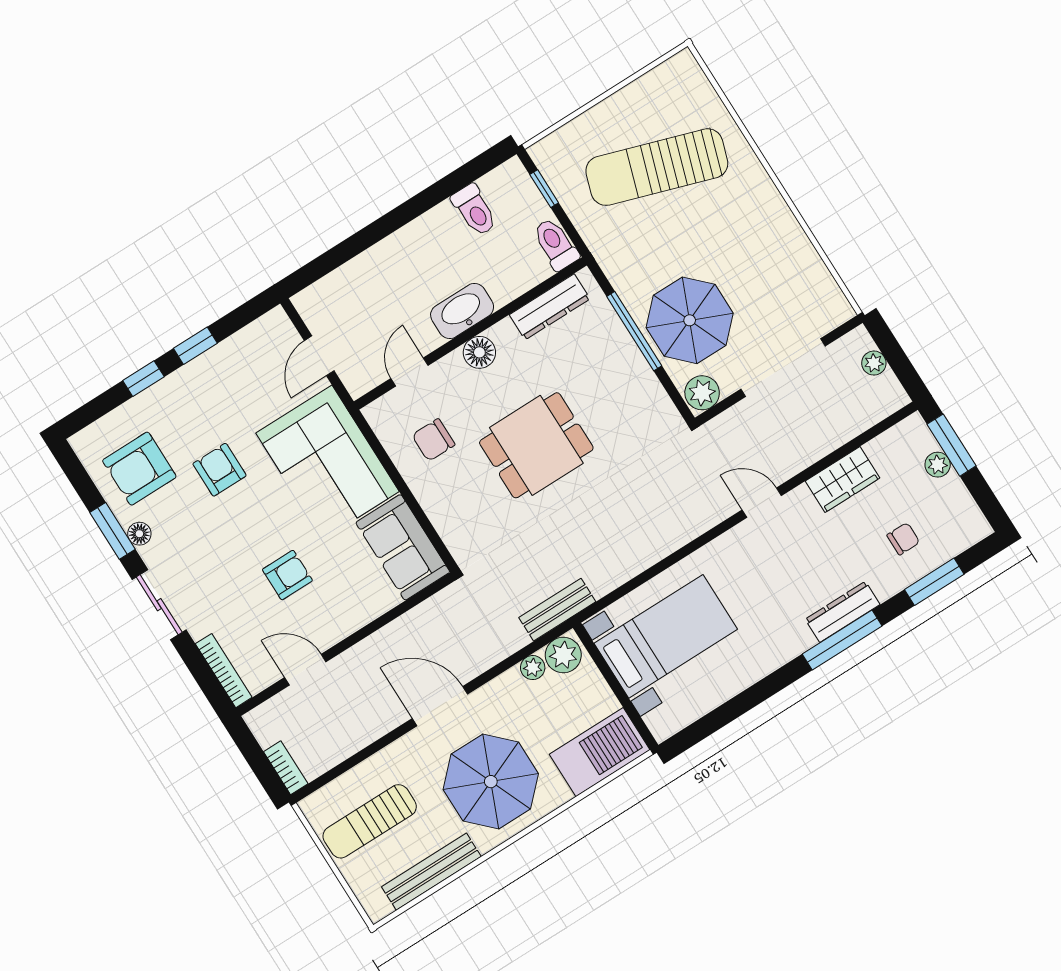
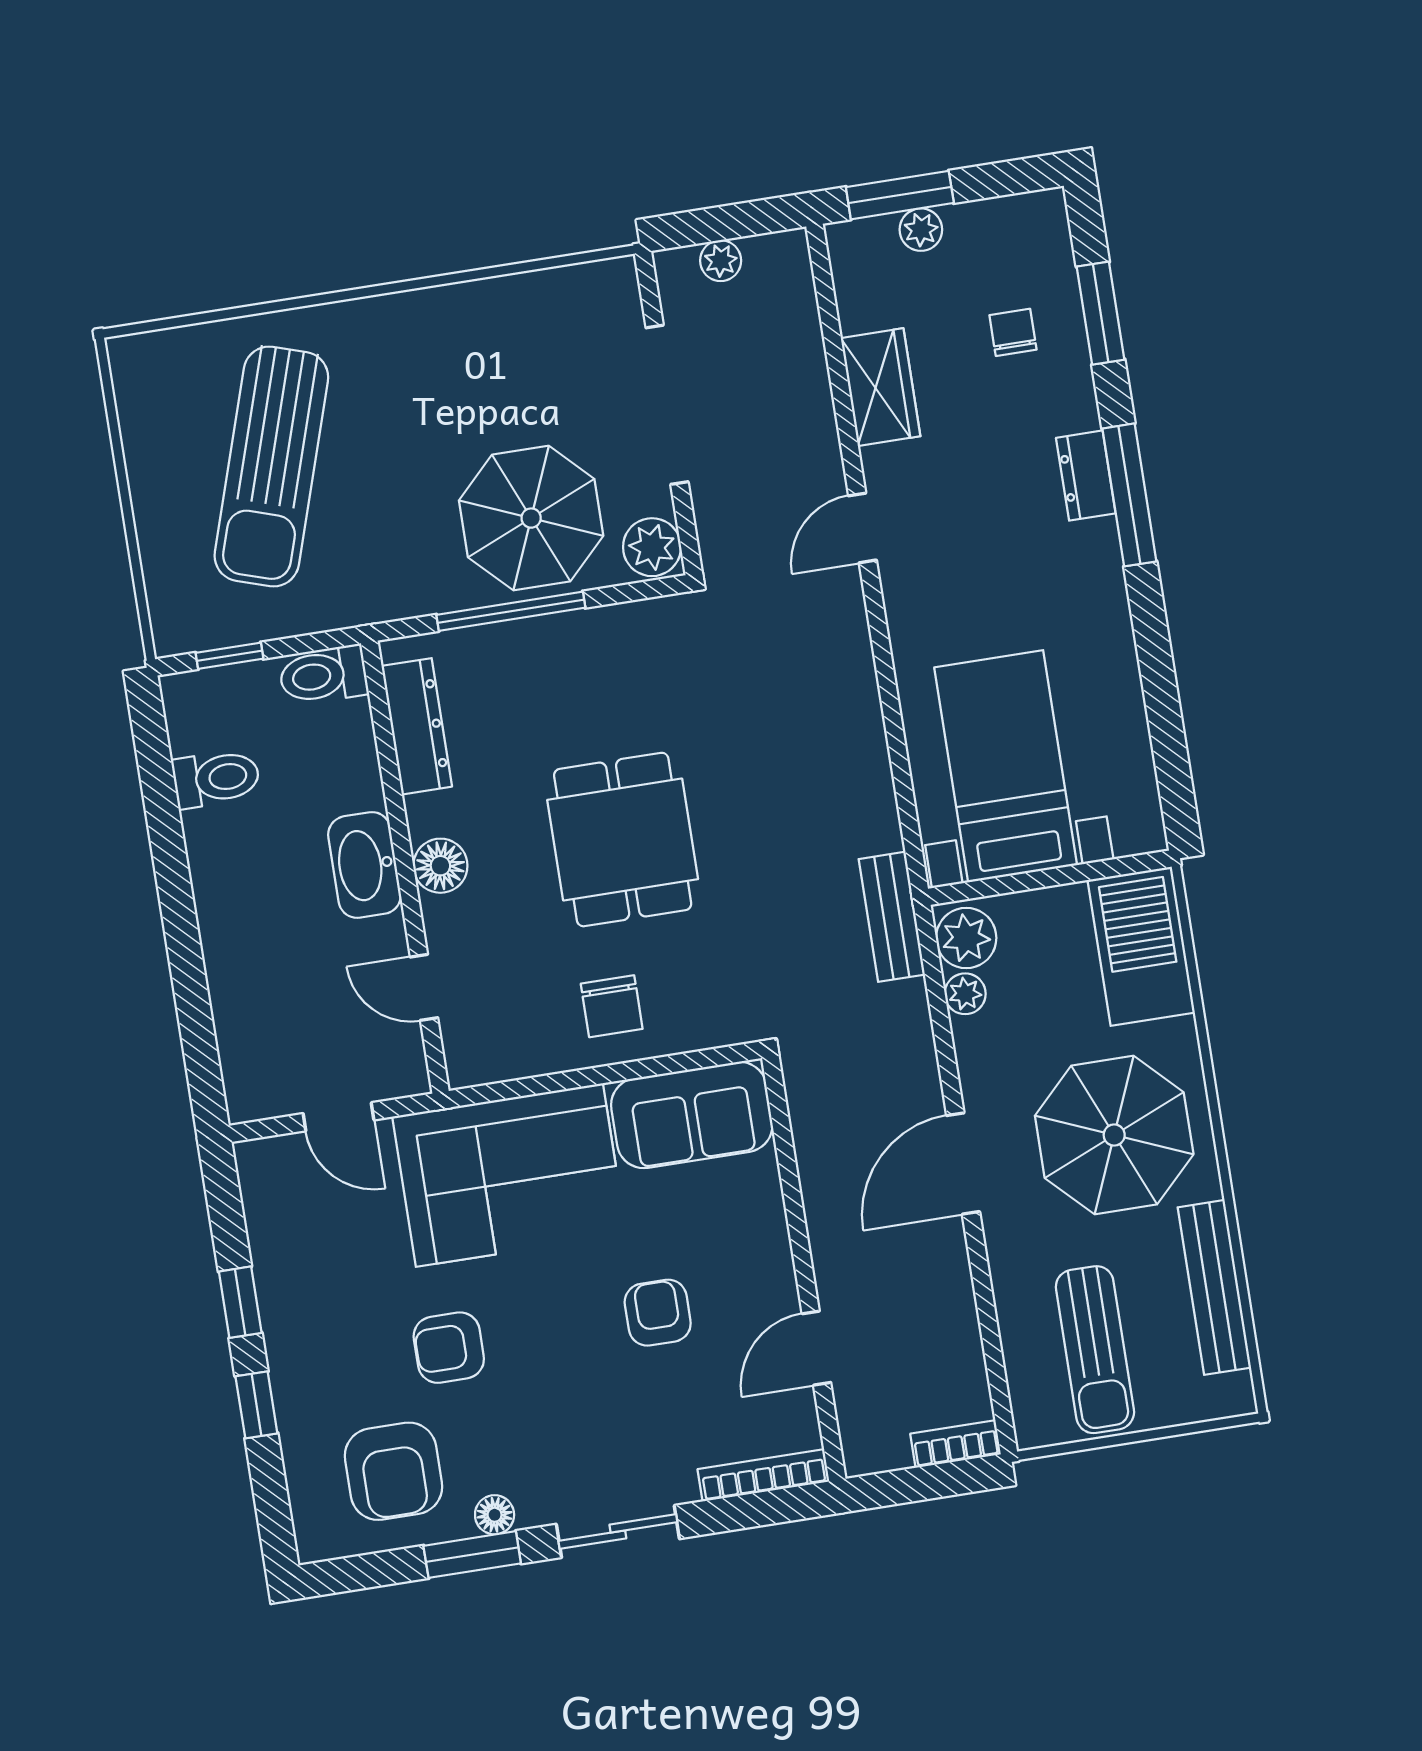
chair: (433, 440) -> (612, 1006), moved
dresser: (843, 612) -> (1086, 476), width x0.70

